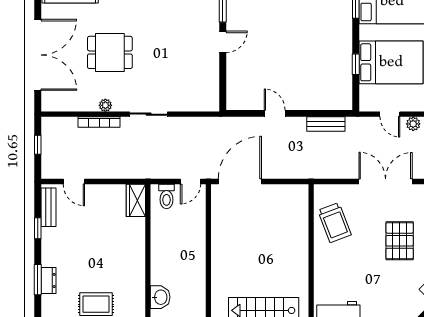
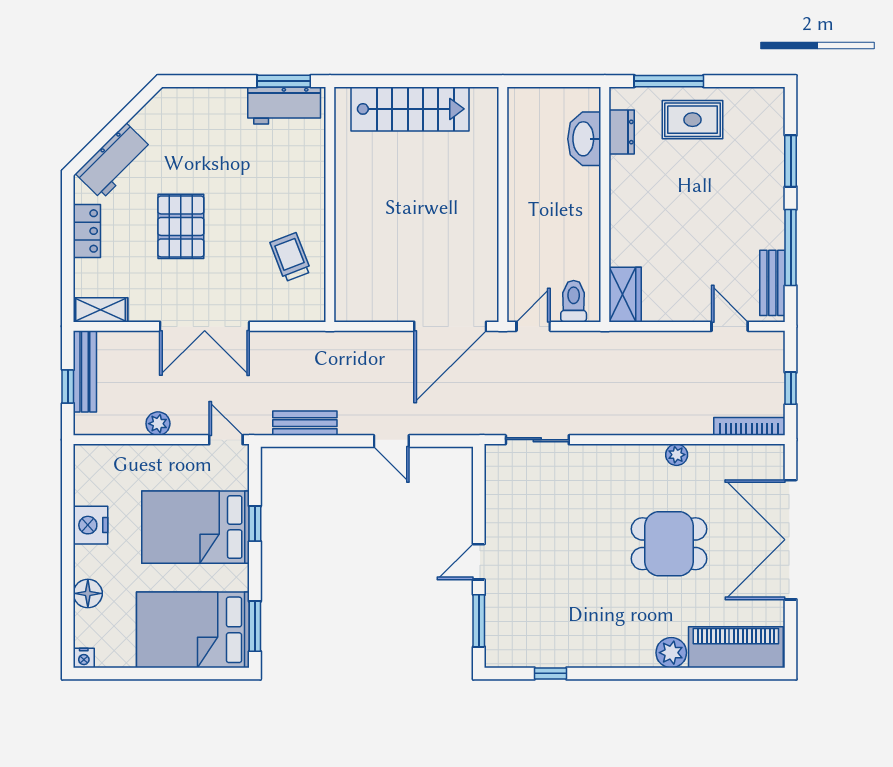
sliding door: (149, 114) -> (537, 440), moved
door: (390, 114) -> (226, 440), moved
bookcase: (99, 122) -> (749, 426), moved
trolley: (335, 223) -> (291, 257), width x0.73, depth x0.72
window: (38, 228) -> (791, 248), width x2.17
dresser: (48, 281) -> (622, 132), moved, turned 180
washbasin: (160, 297) -> (584, 139), width x1.38

